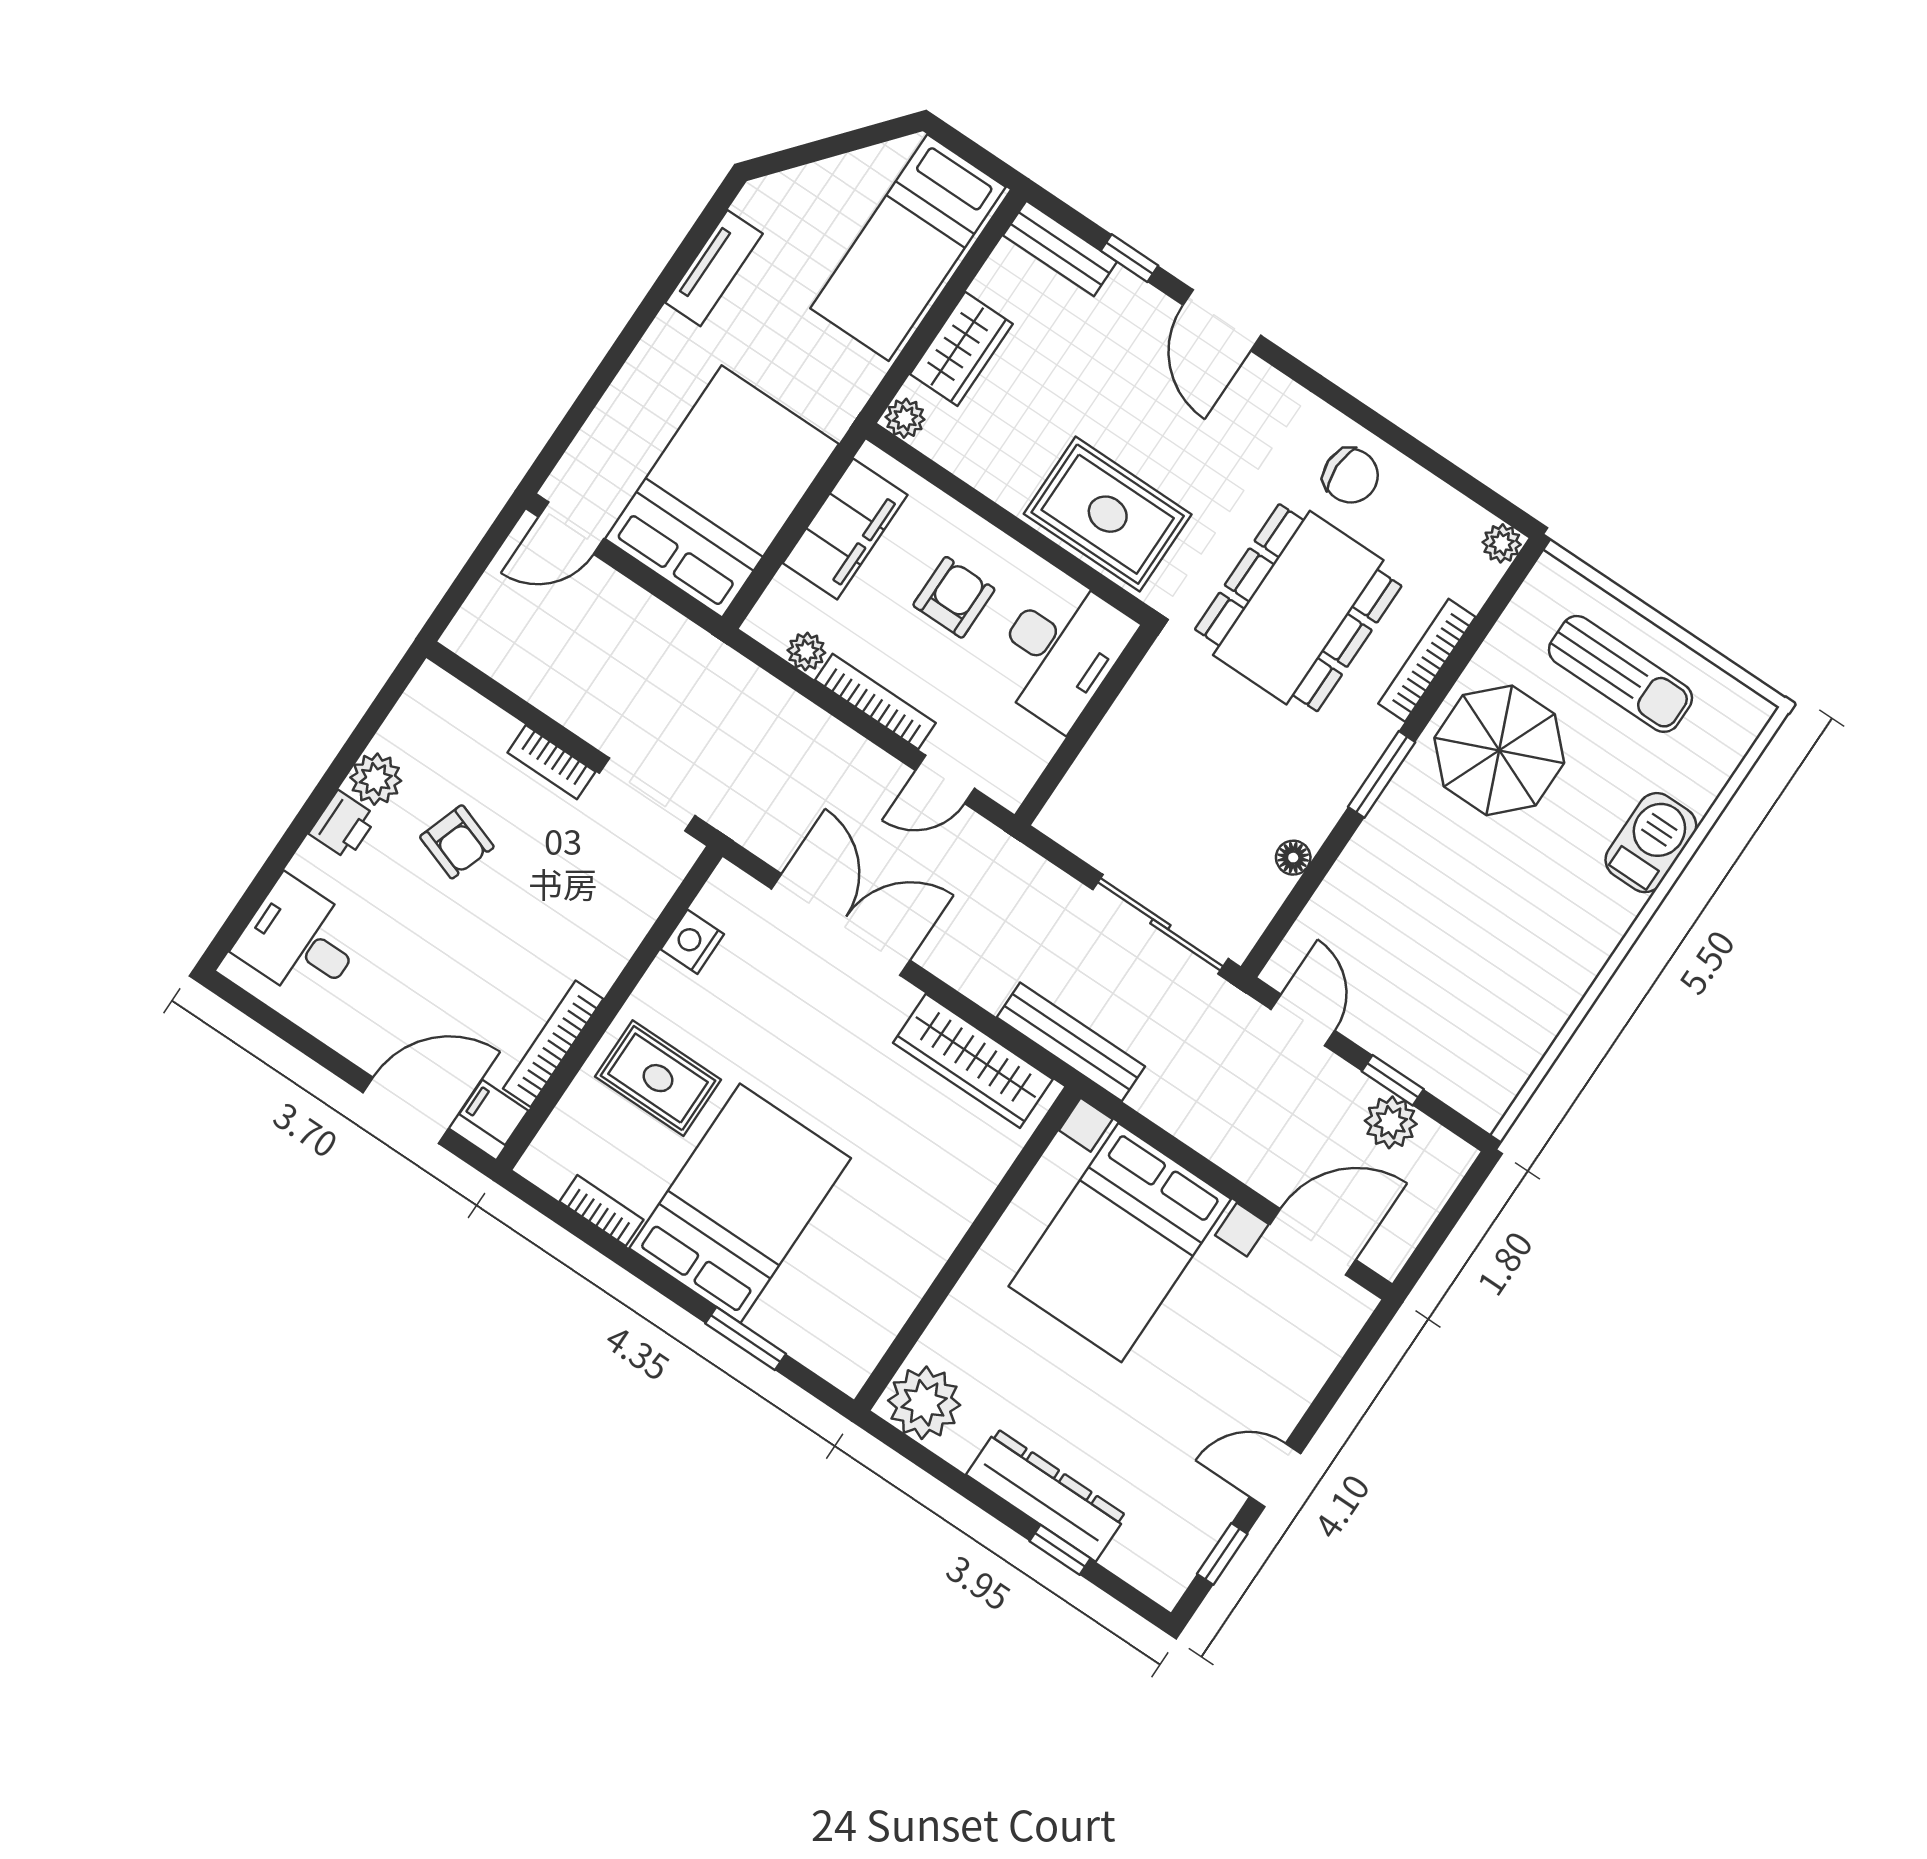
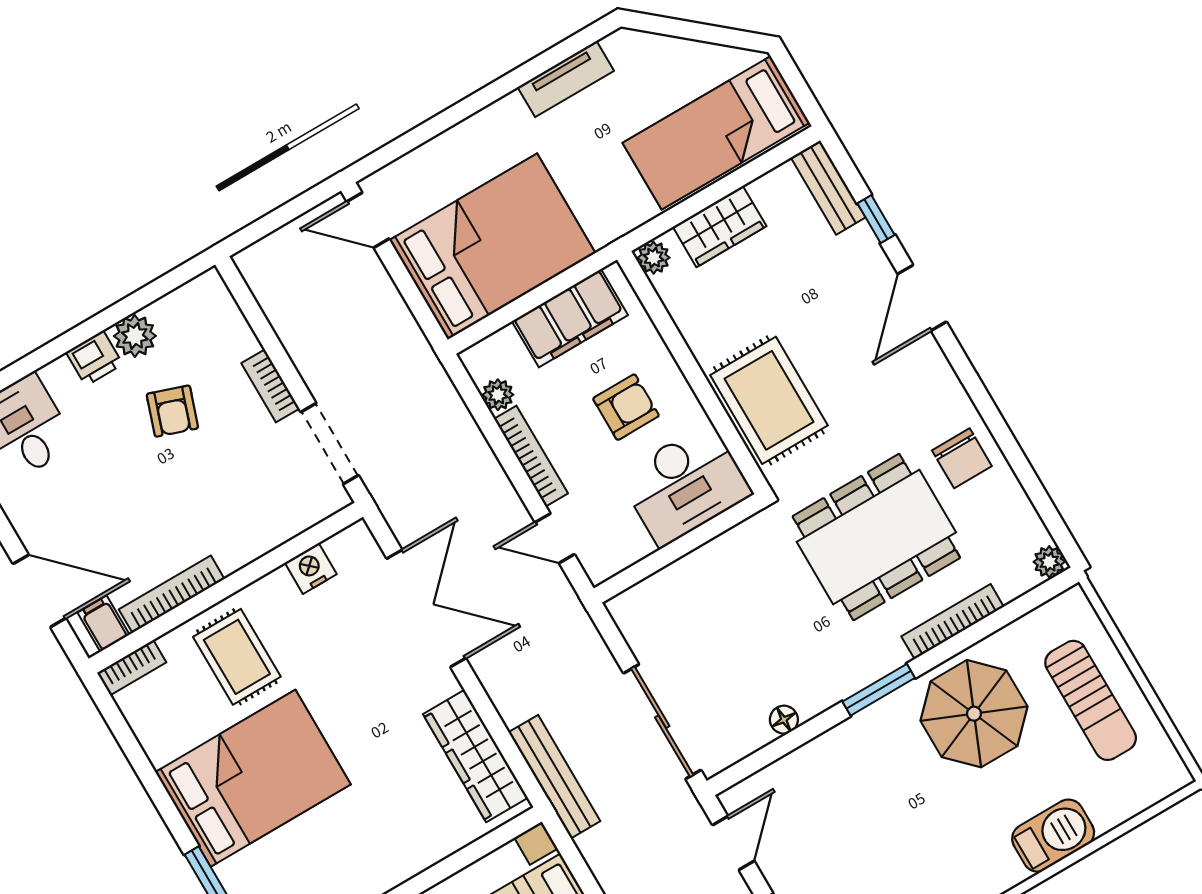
bookcase: (601, 1211) -> (132, 668), moved, turned 90

